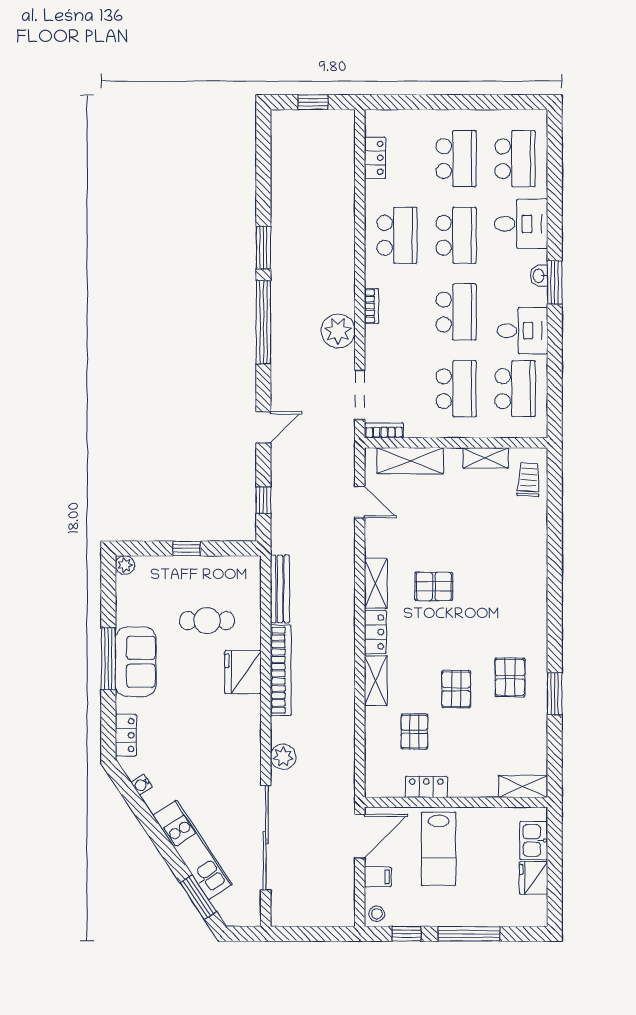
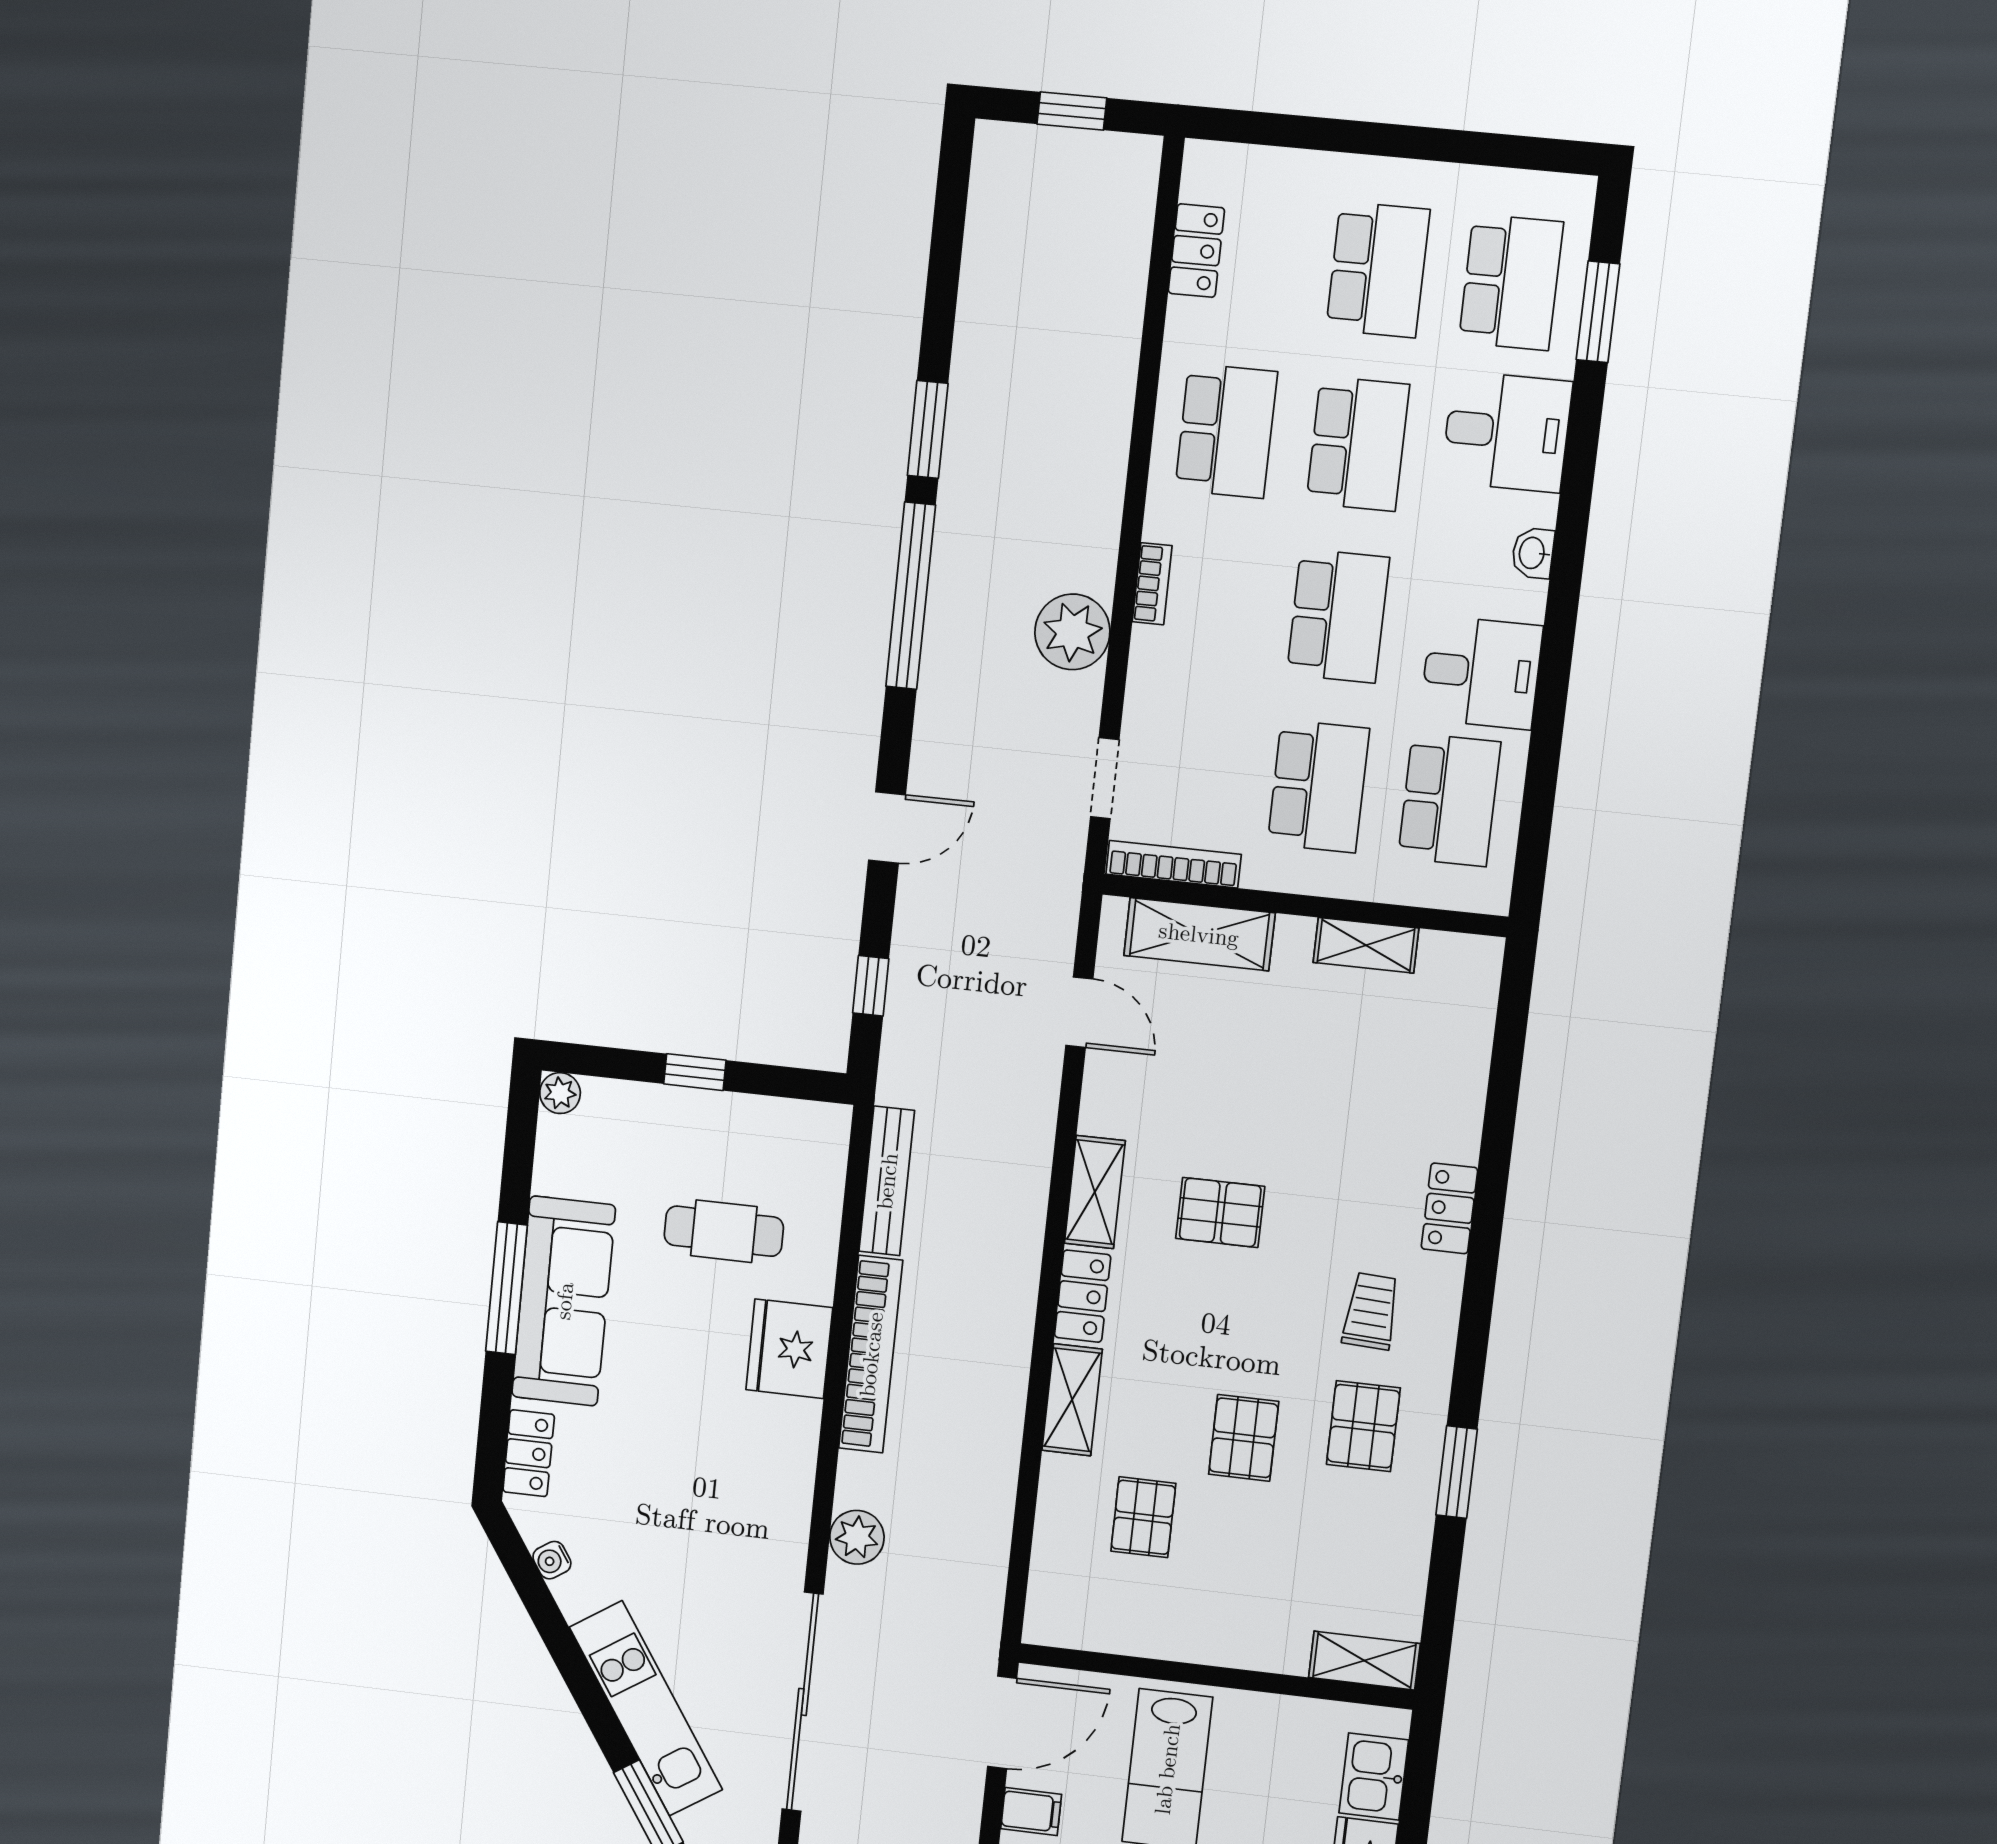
window: (555, 282) -> (1598, 312), moved
doorway: (360, 395) -> (1105, 778), width x0.73
bookcase: (384, 430) -> (1173, 864), width x1.56
trolley: (529, 480) -> (1371, 1311), moved
sofa: (136, 662) -> (564, 1301), width x1.36
locker: (426, 787) -> (1449, 1208), moved, turned -90

